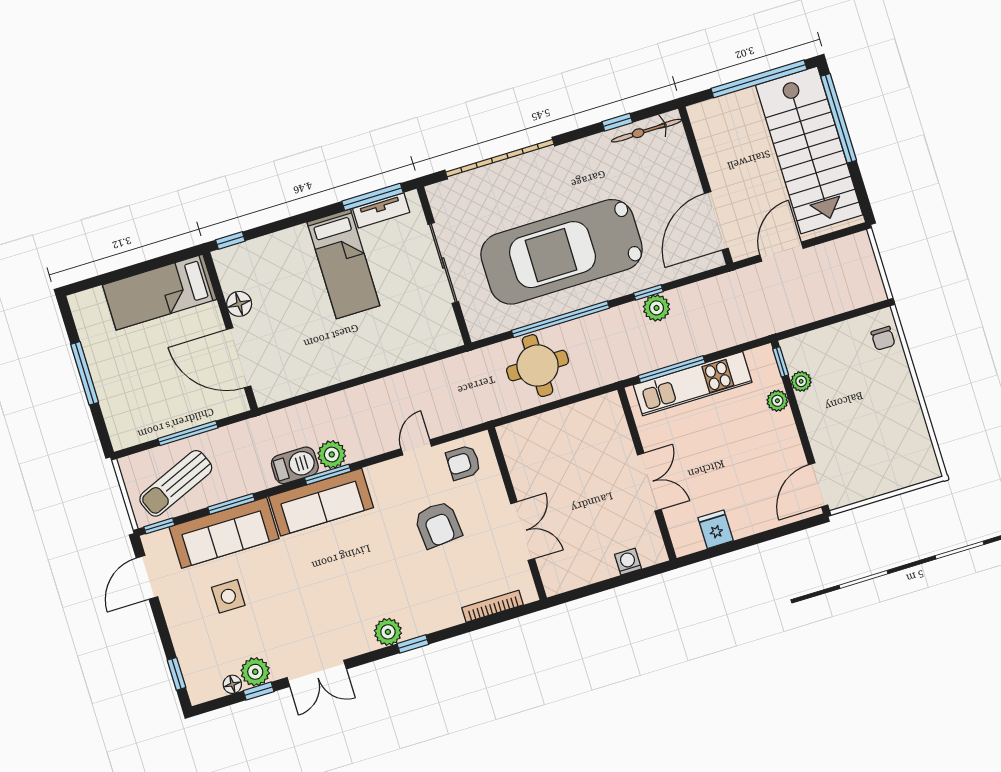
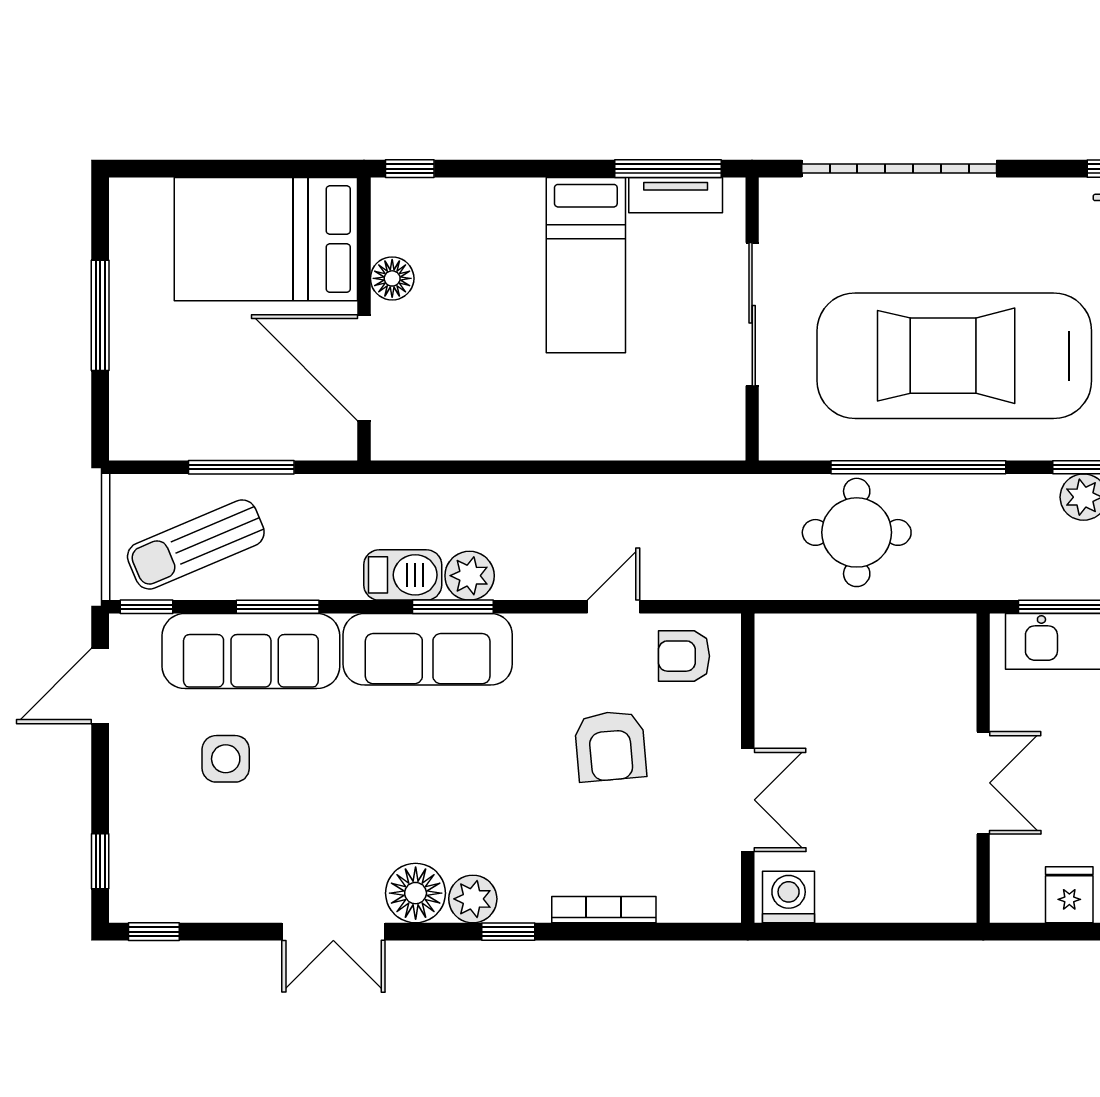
bed: (160, 292) -> (266, 239), width x1.50
washing machine: (628, 562) -> (789, 897), moved, width x1.38, depth x1.38
bookcase: (493, 606) -> (604, 910), moved
plant: (255, 672) -> (232, 898), removed
floor lamp: (232, 684) -> (416, 893), moved, width x1.89, depth x1.89
window: (259, 691) -> (154, 932), moved

